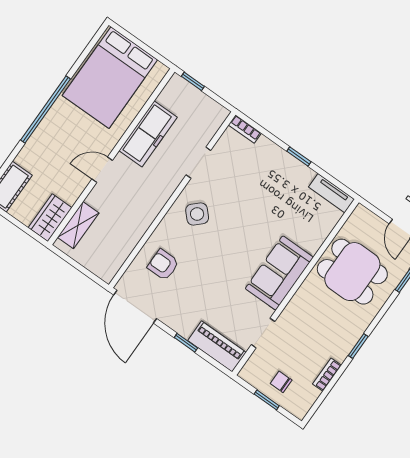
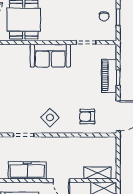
armchair: (163, 265) -> (87, 117), turned 90
piano: (217, 346) -> (109, 76), moved

